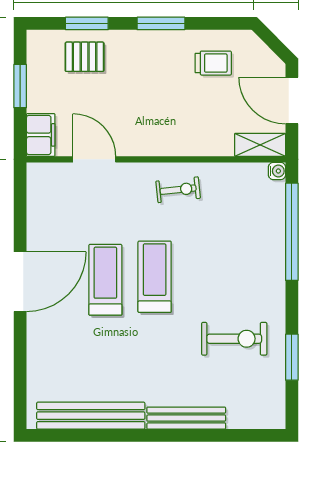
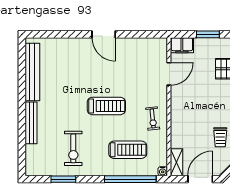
treadmill: (105, 280) -> (128, 150), moved
door: (20, 282) -> (104, 34), width x0.73

